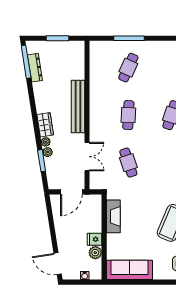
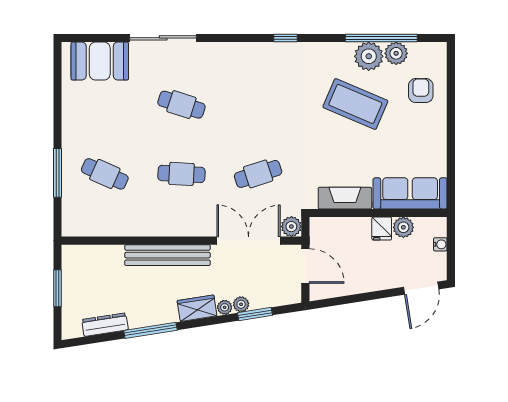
window: (26, 62) -> (150, 330), moved
double door: (87, 157) -> (249, 241), width x1.37
plant: (96, 183) -> (291, 227), added
sofa: (129, 270) -> (410, 193), moved, turned 90

